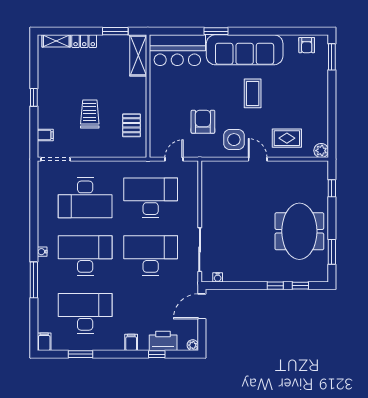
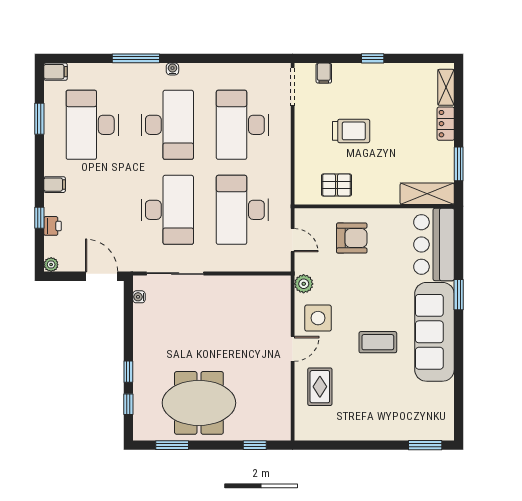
armchair: (307, 45) -> (441, 412), removed
armchair: (203, 122) -> (352, 238), moved
plant: (321, 151) -> (304, 284), moved
desk: (151, 198) -> (242, 210), turned 180
desk: (85, 313) -> (92, 125), turned 180
printer: (163, 341) -> (53, 226), width x0.53, depth x0.68

